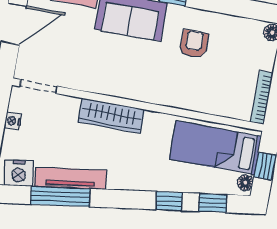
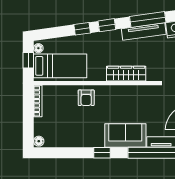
armchair: (194, 44) -> (86, 98), moved
window: (213, 203) -> (107, 25), moved

